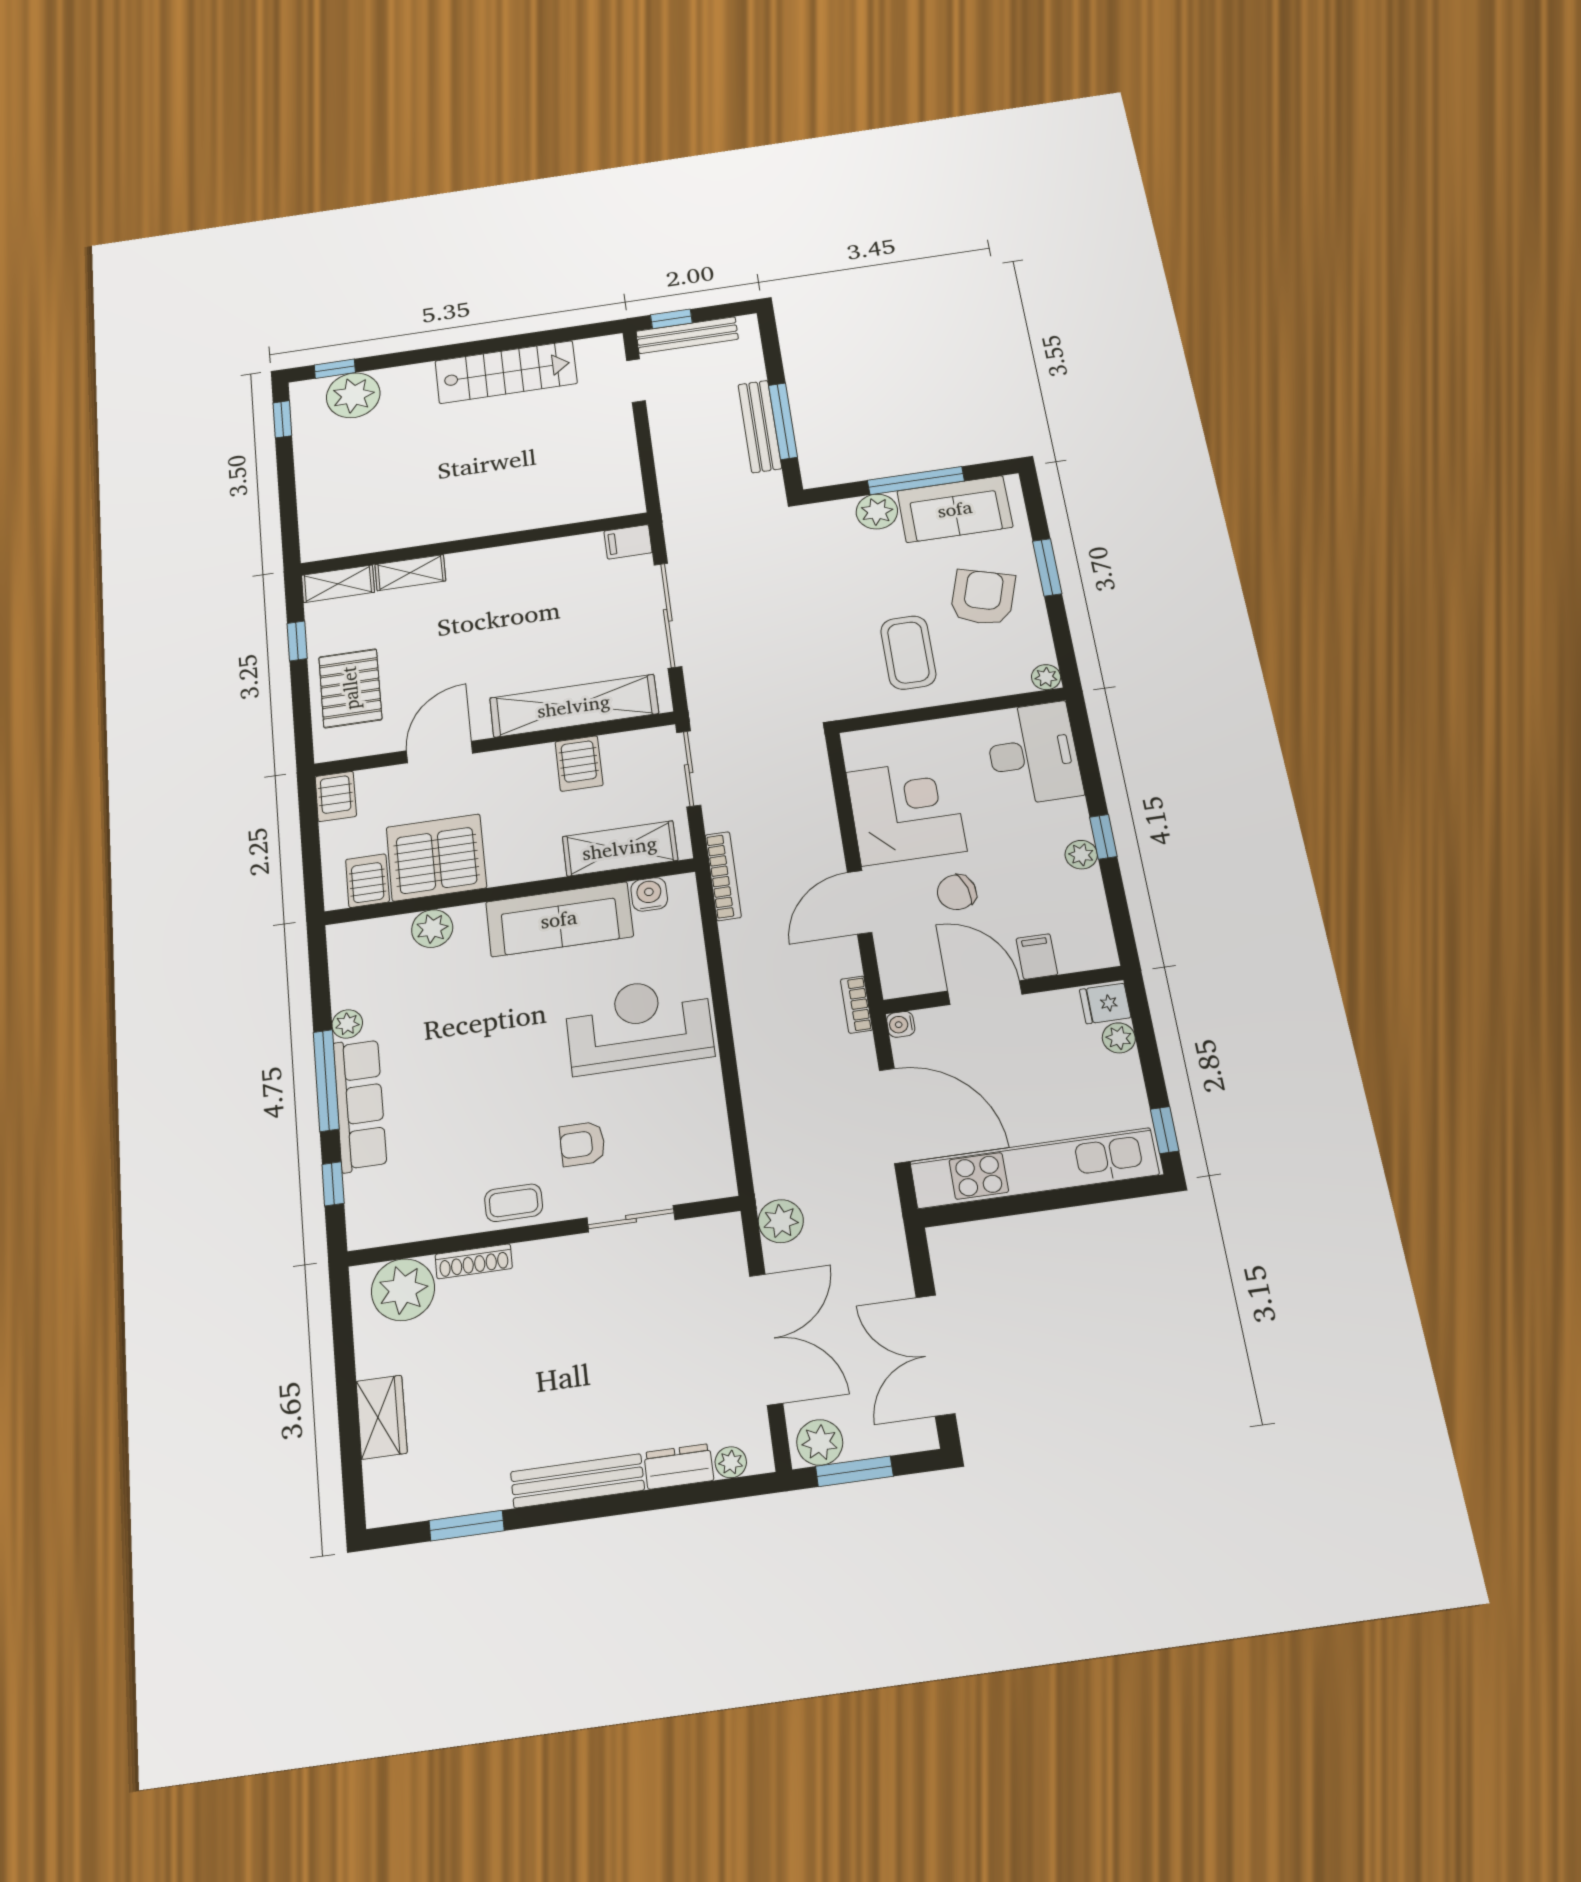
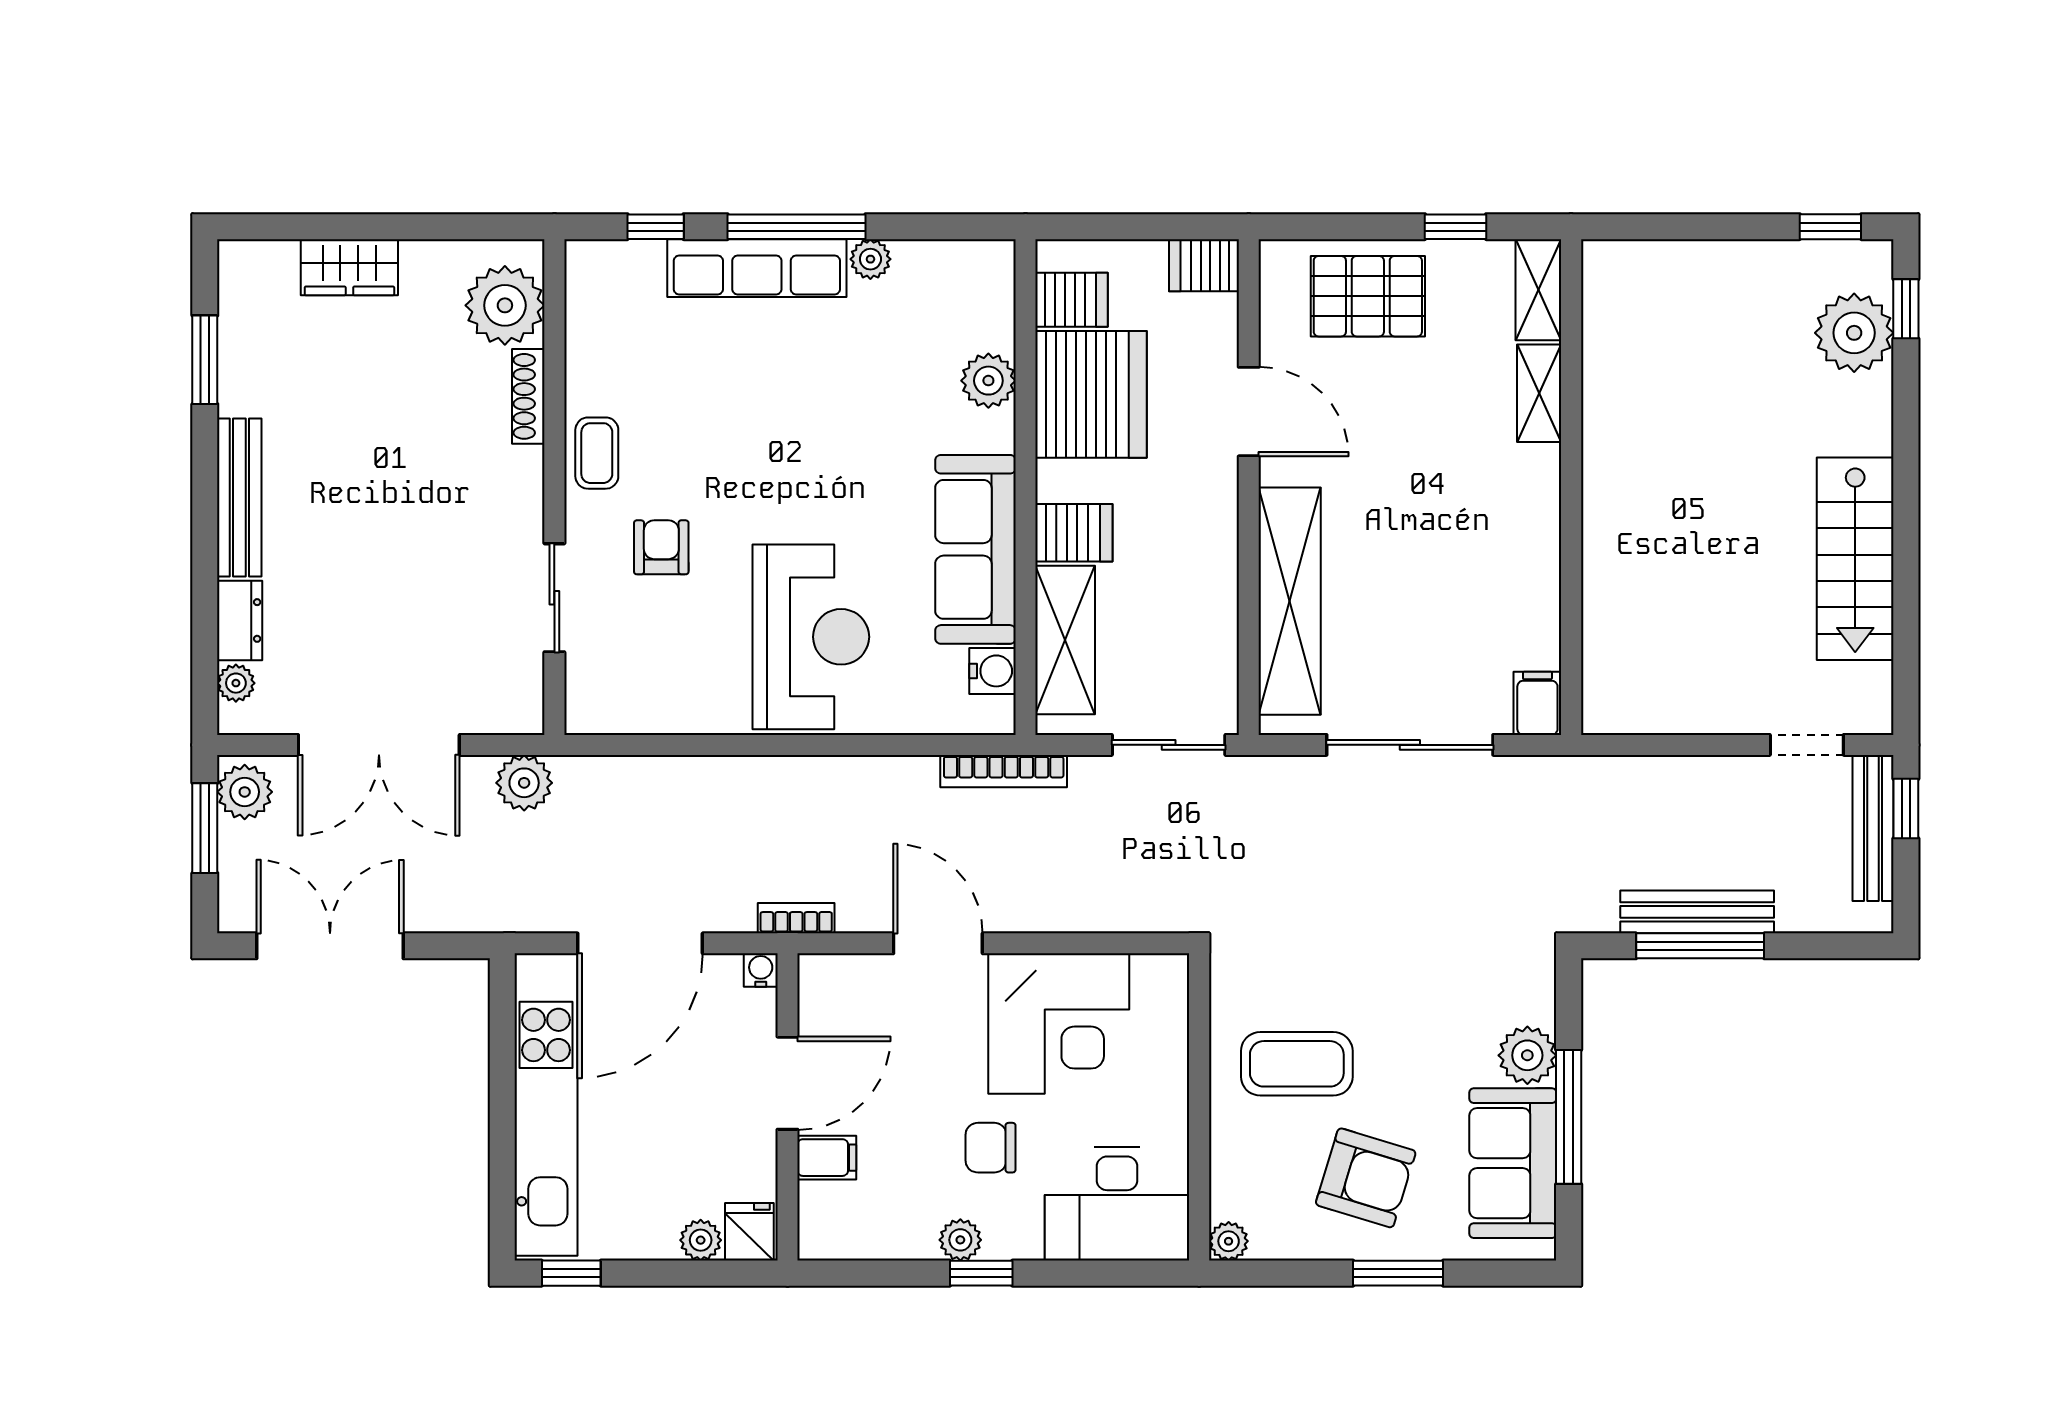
server rack: (579, 764) -> (1074, 533), moved, turned 180
chair: (957, 892) -> (991, 1148), moved, turned -74

